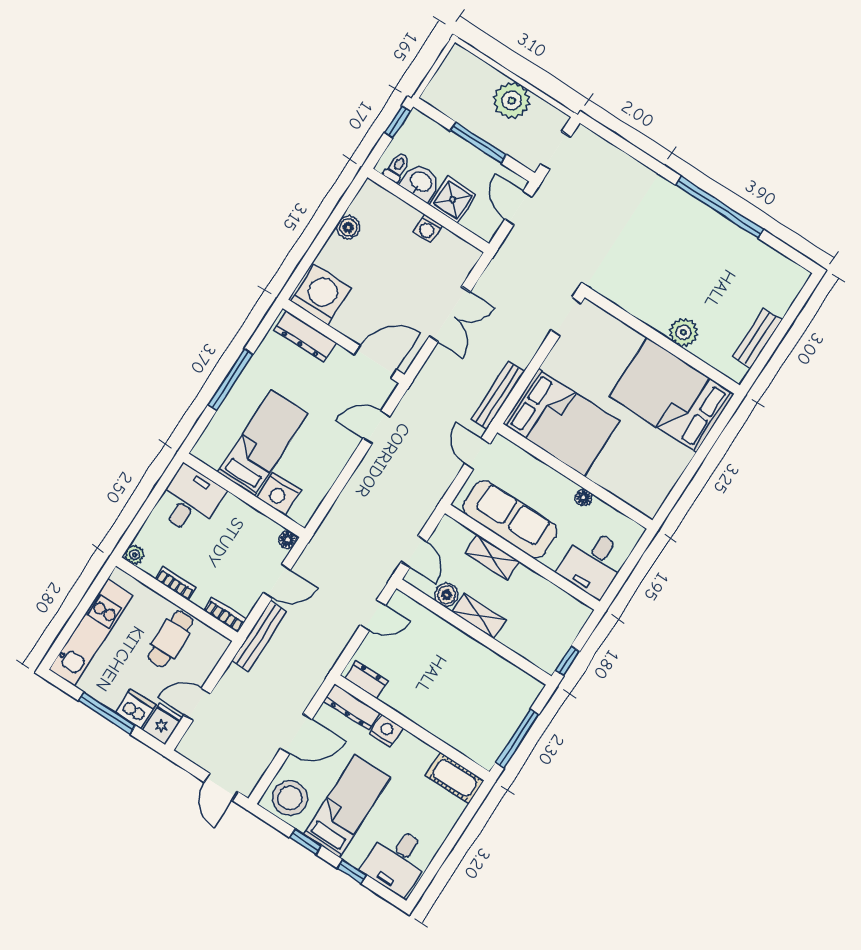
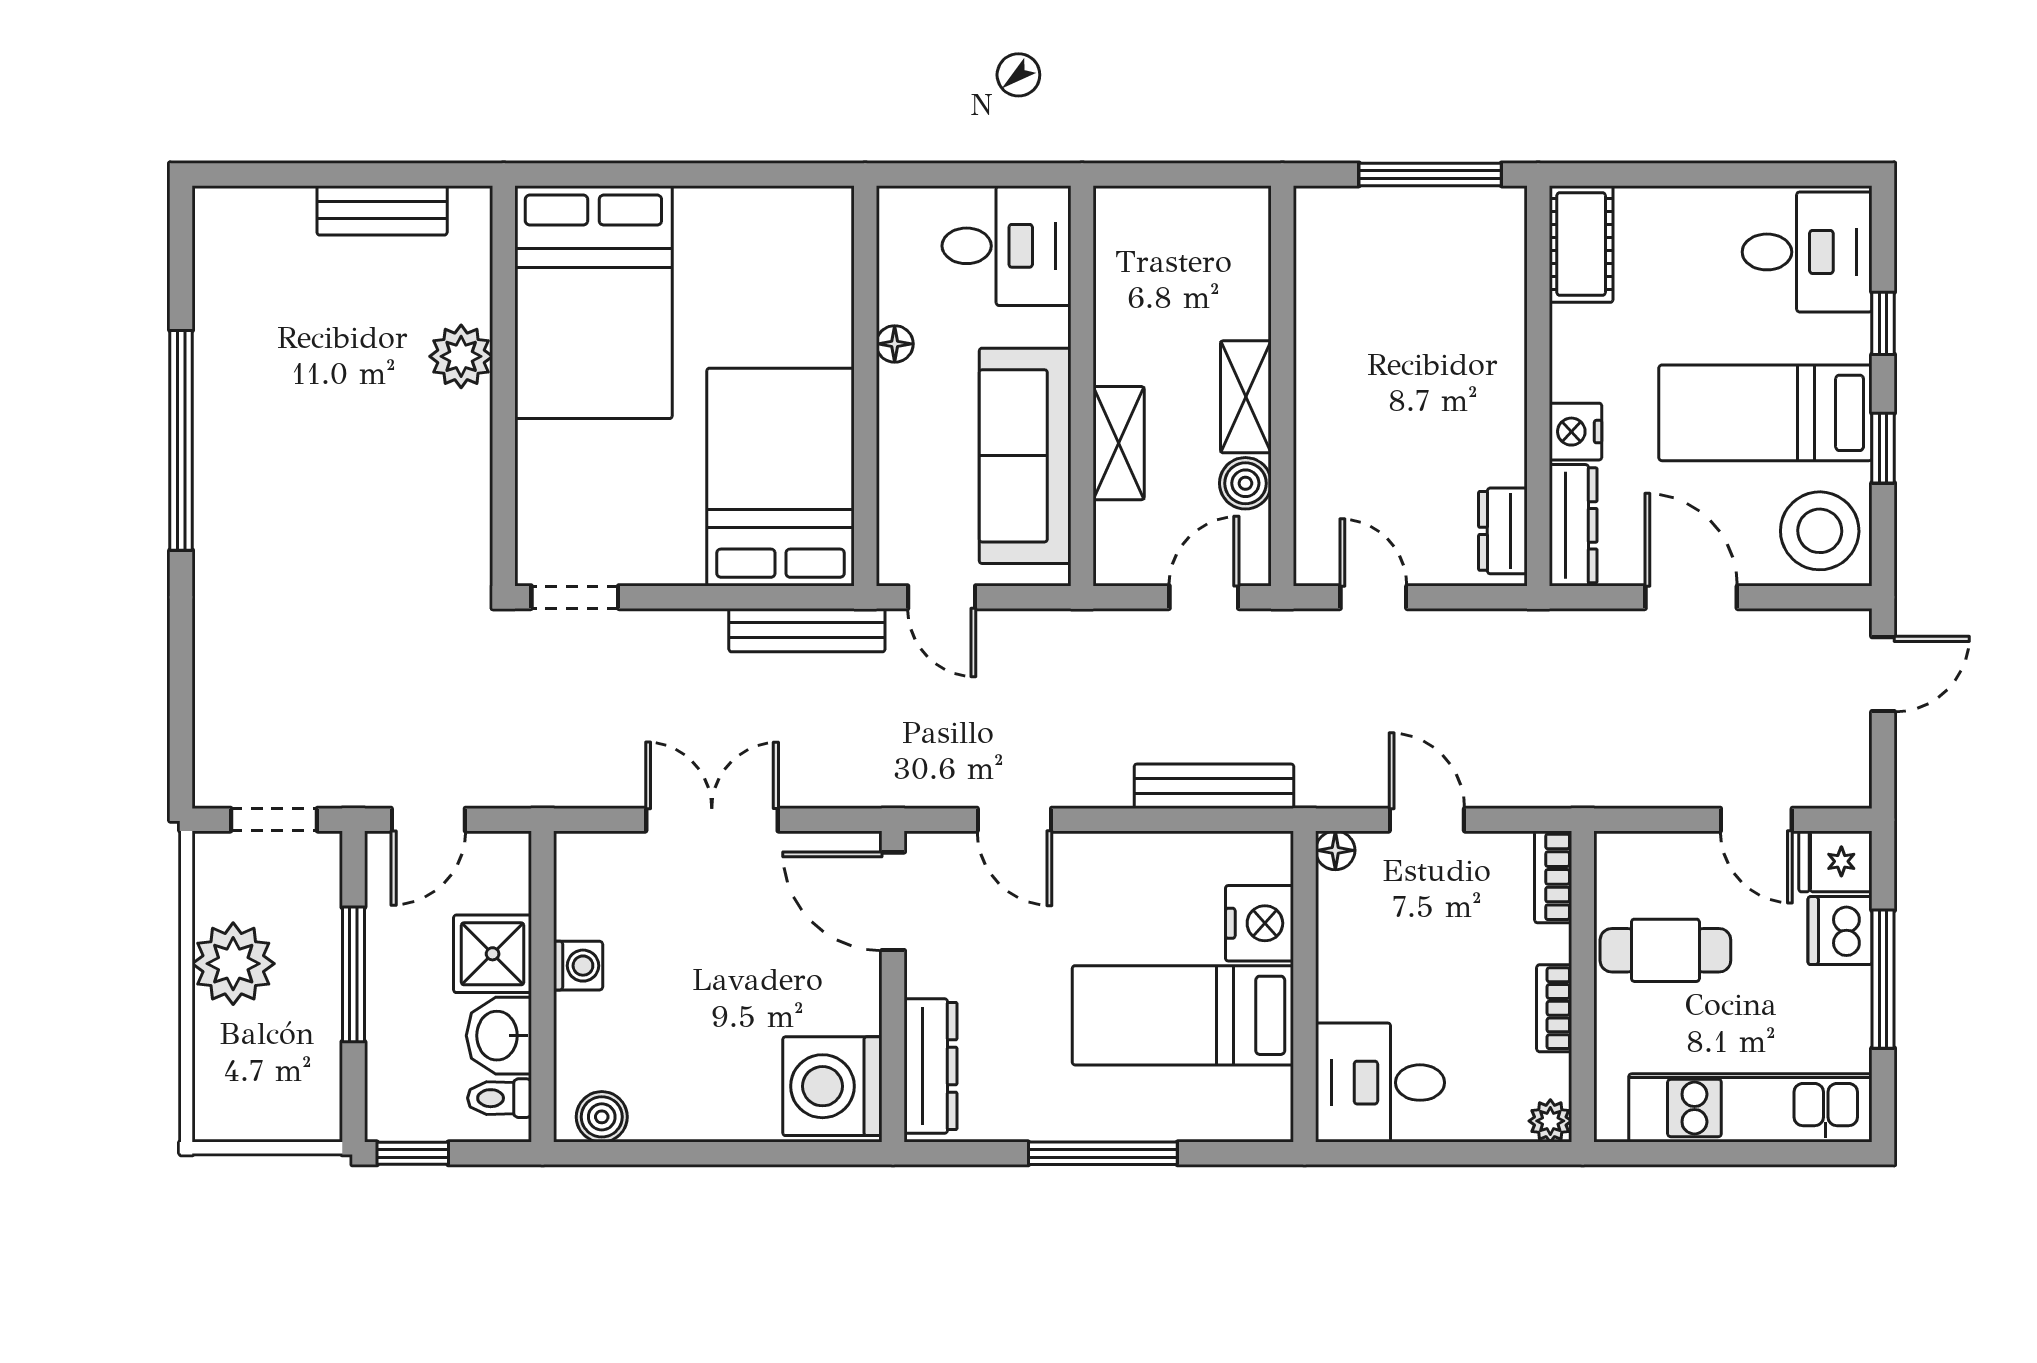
boiler: (348, 227) -> (602, 1117), moved
door: (477, 454) -> (942, 597), hinge flipped
bench: (259, 636) -> (1214, 786), moved
window: (567, 661) -> (1222, 174), removed

